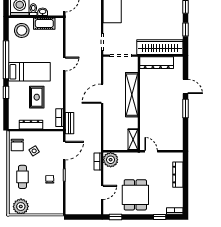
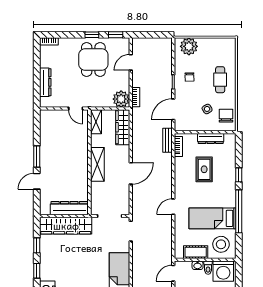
bed: (29, 72) -> (212, 218), moved
door: (186, 87) -> (37, 181), hinge flipped
shelving: (132, 95) -> (97, 164), width x0.68
wardrobe: (109, 135) -> (123, 127), added
plant: (21, 206) -> (189, 46), moved
window: (160, 217) -> (92, 35), moved

